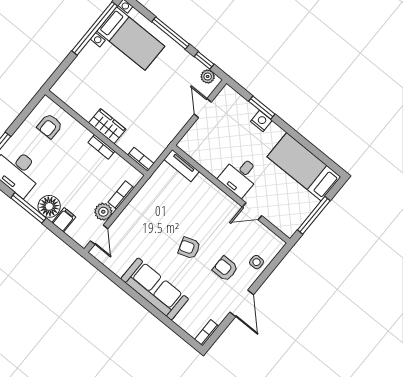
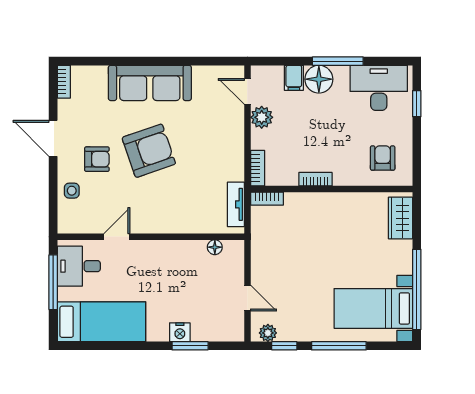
wardrobe: (107, 126) -> (401, 218), moved, turned 90
floor lamp: (197, 156) -> (215, 247), added
tv unit: (182, 166) -> (236, 204), moved, turned -90
desk: (240, 176) -> (79, 266), moved, turned -90
bookcase: (121, 195) -> (258, 168), moved
armchair: (189, 248) -> (149, 151), width x1.88, depth x1.88

